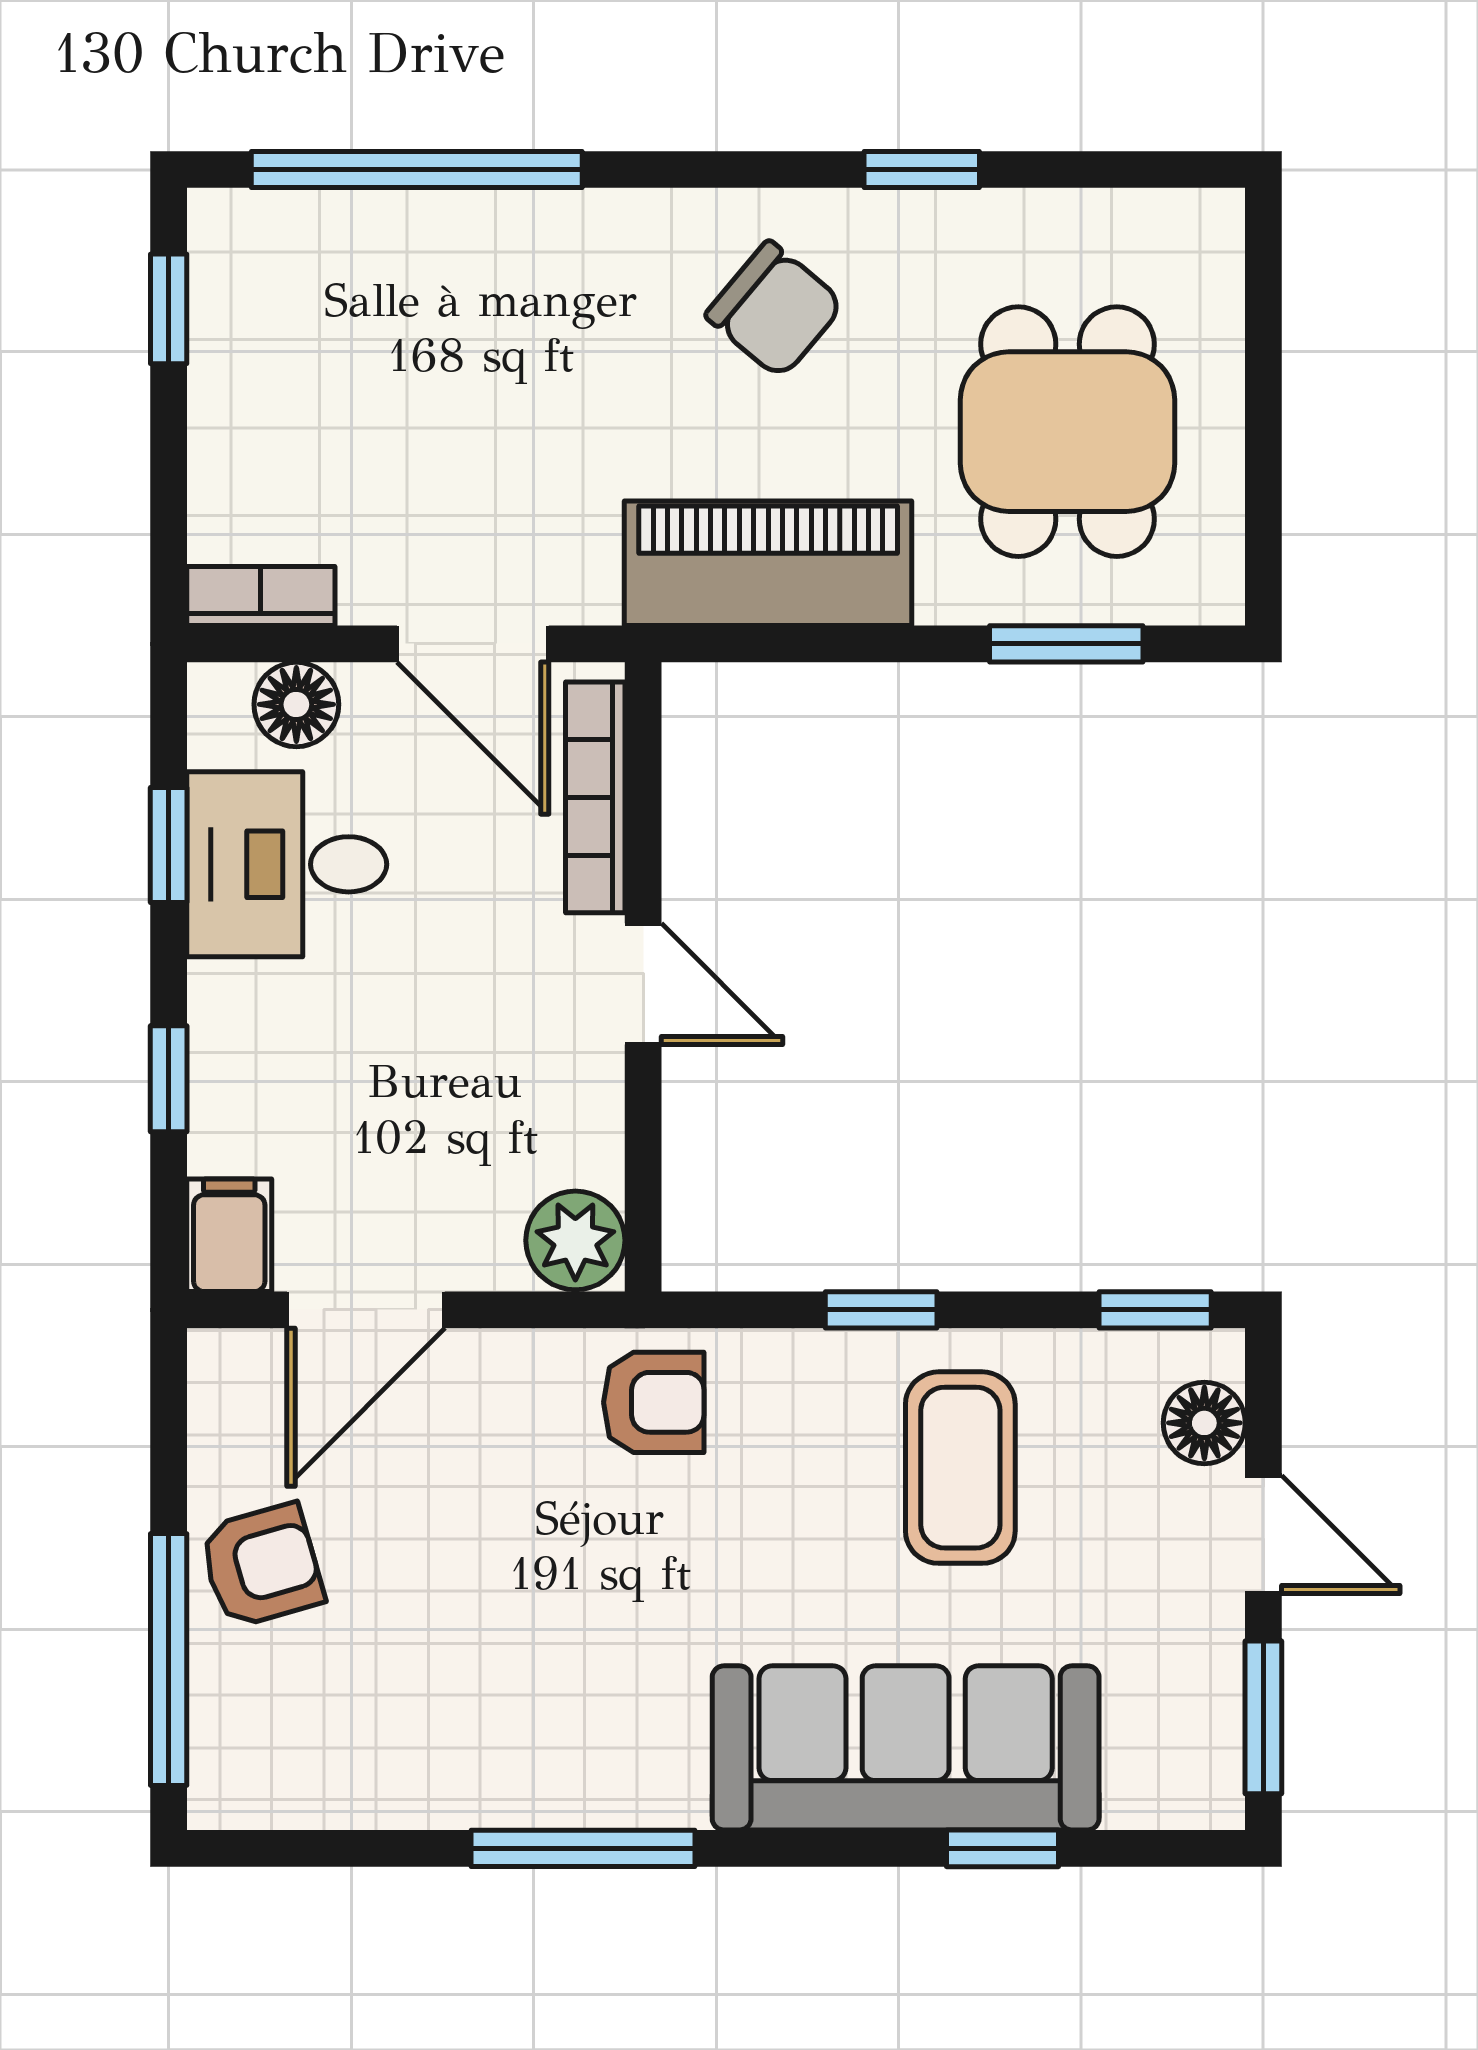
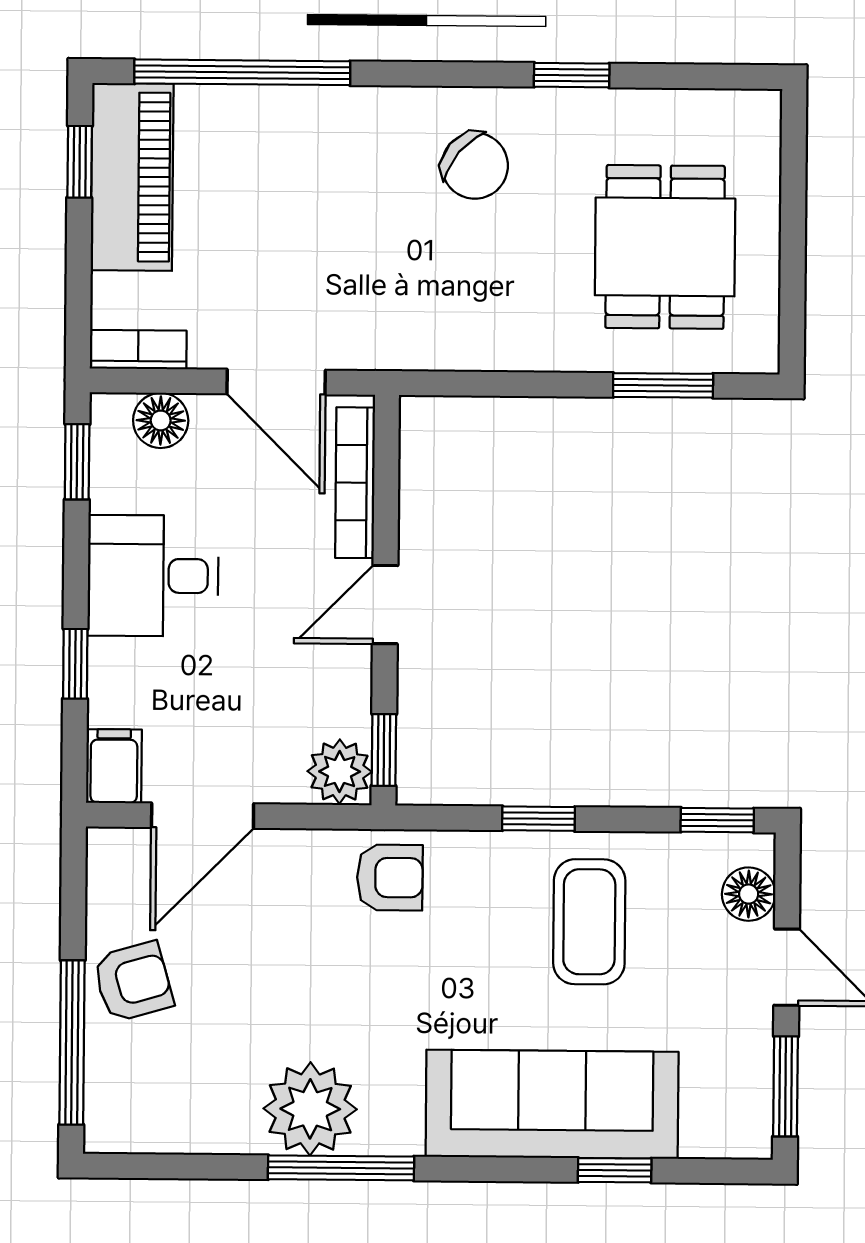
piano: (768, 563) -> (132, 177), moved, turned 90
window: (169, 845) -> (77, 462), moved
desk: (287, 864) -> (153, 576), moved
door: (643, 984) -> (385, 605), swing flipped
window: (643, 1207) -> (384, 750), added
plant: (535, 1758) -> (310, 1109), added

